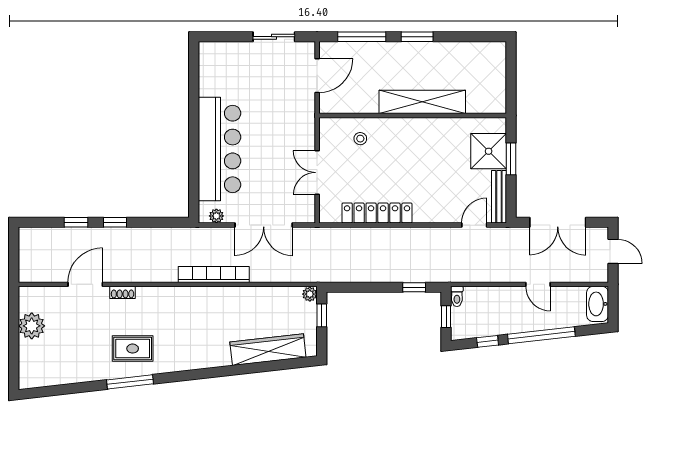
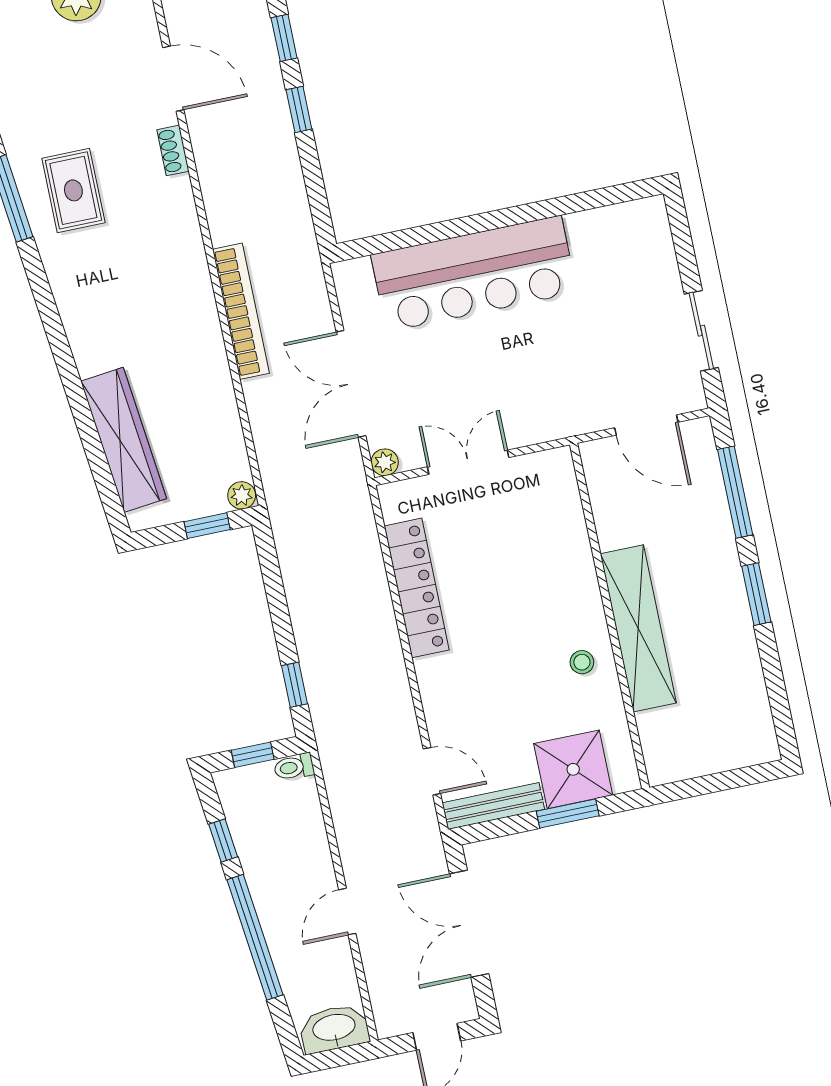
stool: (360, 139) -> (582, 662), moved
plant: (216, 216) -> (385, 462), moved

